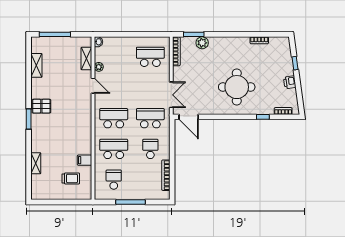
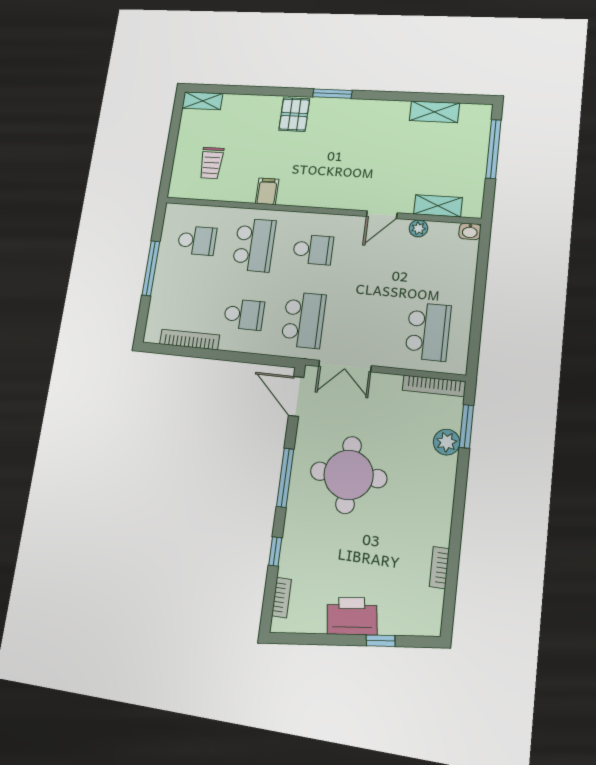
printer: (290, 82) -> (352, 616), width x1.87, depth x1.48
round table: (237, 87) -> (349, 475), moved
pallet: (41, 106) -> (294, 115), moved
door: (189, 117) -> (296, 396), hinge flipped
window: (228, 117) -> (285, 478), added
school desk: (114, 118) -> (313, 250), width x0.54
filing cabinet: (84, 160) -> (267, 191), moved
shelving: (36, 163) -> (202, 101), moved

